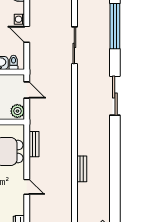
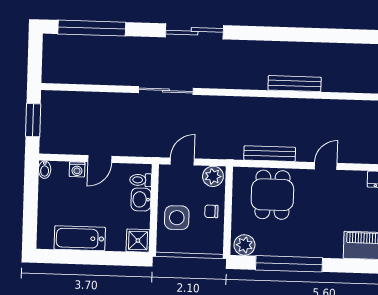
sliding door: (74, 45) -> (166, 90), moved
bench: (34, 144) -> (270, 154), width x1.36
bench: (82, 169) -> (295, 84), width x1.36

